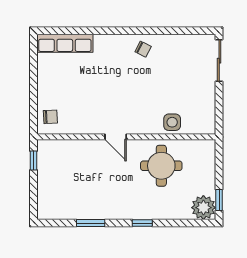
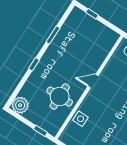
window: (33, 161) -> (92, 14), moved
window: (219, 200) -> (40, 131), moved

